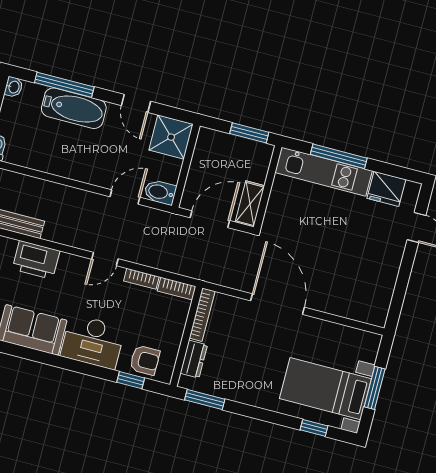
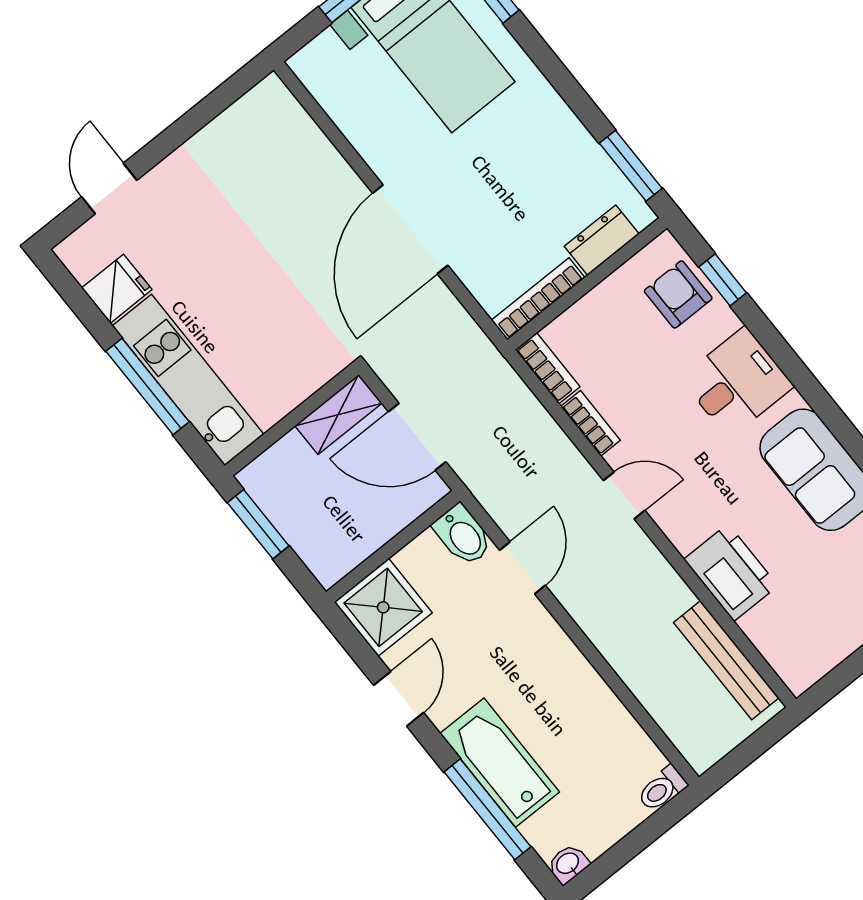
fridge: (386, 189) -> (117, 289), width x0.72
door: (125, 197) -> (522, 568), swing flipped
desk: (93, 342) -> (737, 382), width x0.73

